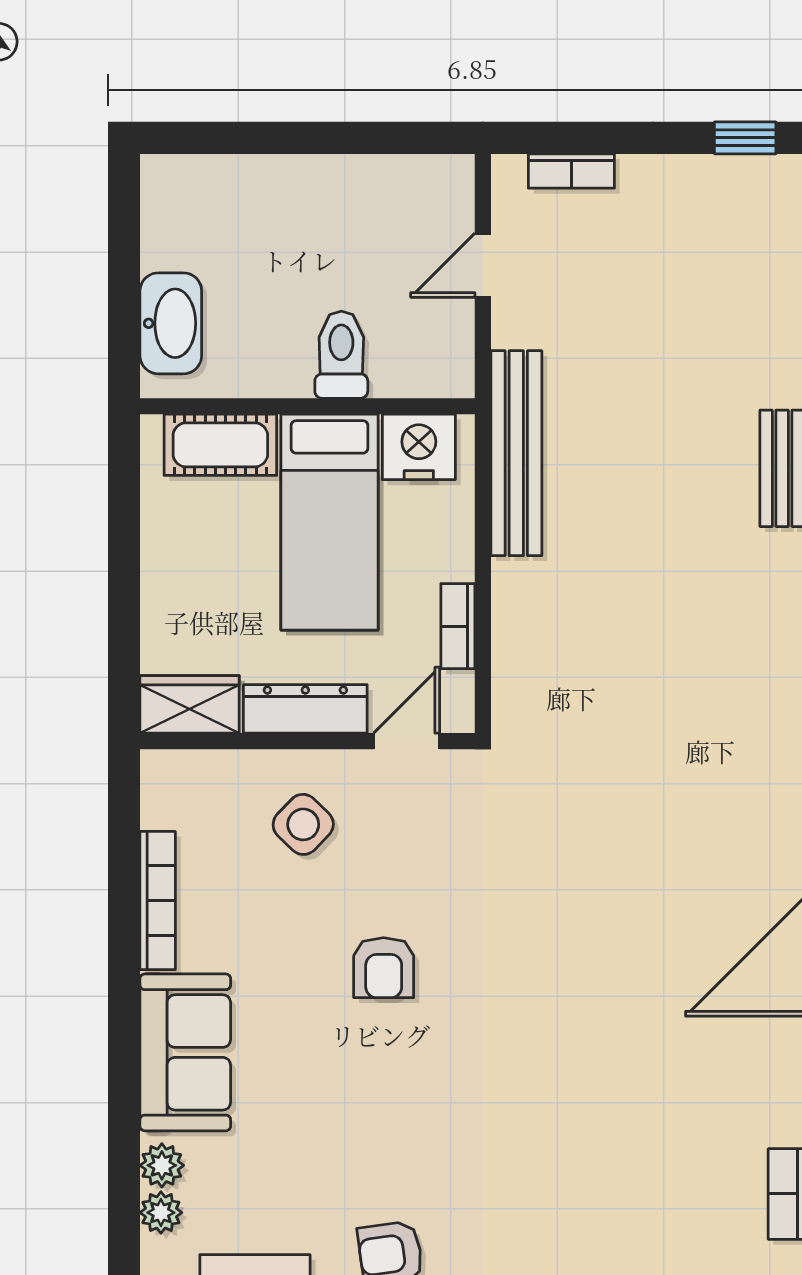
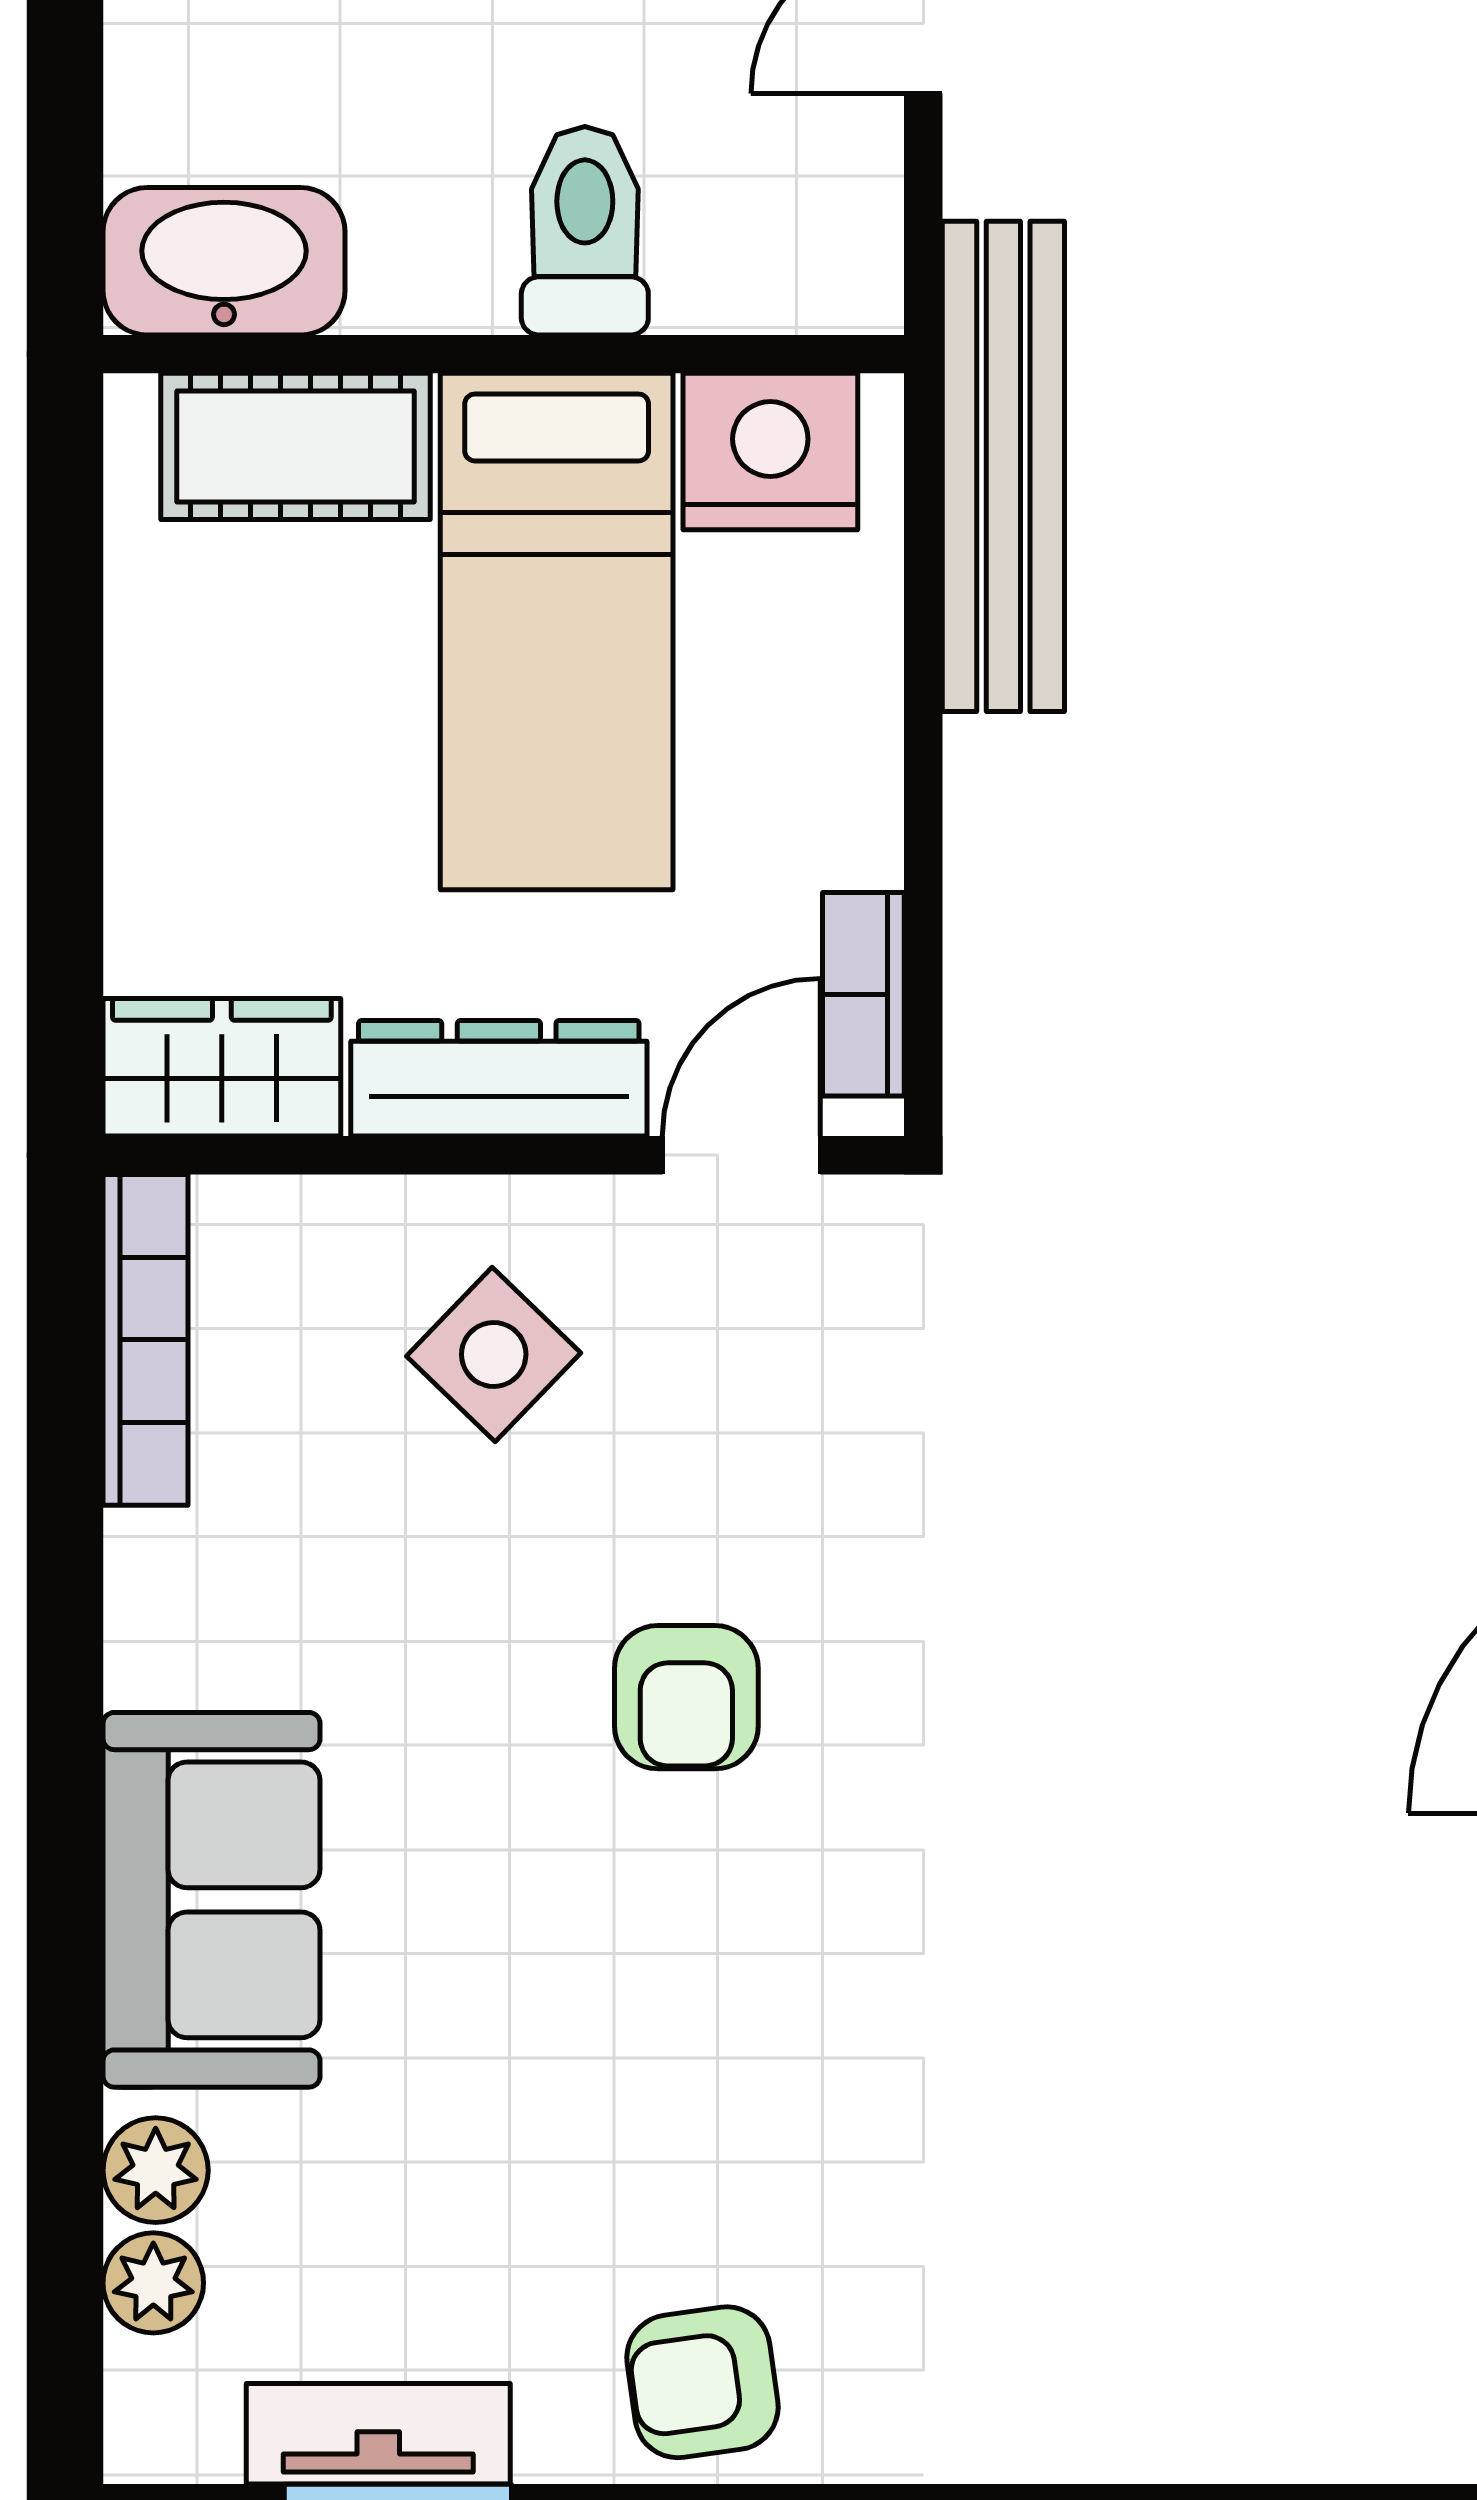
washbasin: (171, 323) -> (224, 261), moved, turned -90
bookcase: (458, 626) -> (863, 994), moved
bookcase: (158, 901) -> (145, 1340), moved

